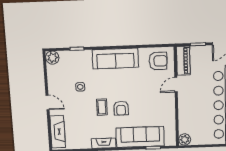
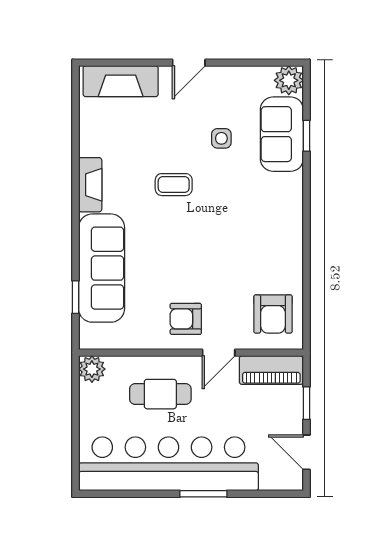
sofa: (115, 58) -> (282, 134), moved, width x0.73
door: (176, 85) -> (219, 353), swing flipped
armchair: (121, 108) -> (186, 319), moved
cafe table: (195, 110) -> (160, 394), added

